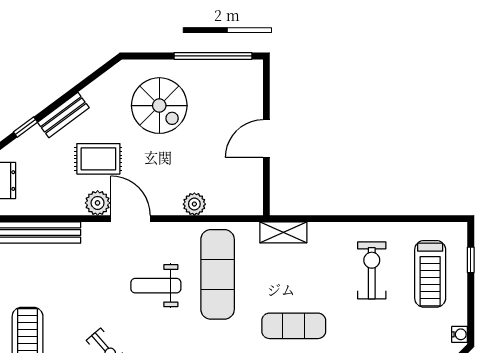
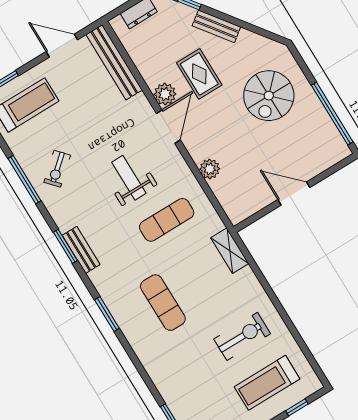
exercise mat: (218, 274) -> (167, 220), width x0.73, depth x0.69

